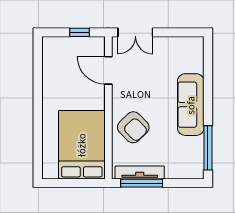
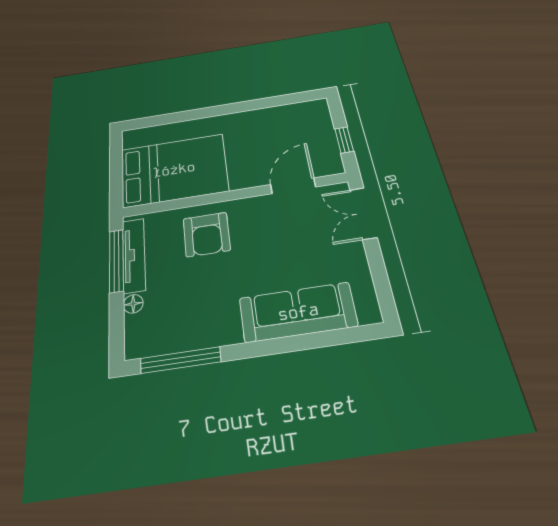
sofa: (191, 105) -> (298, 312), moved
armchair: (133, 127) -> (207, 234), turned -46
floor lamp: (171, 173) -> (133, 304), added

